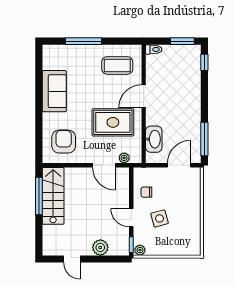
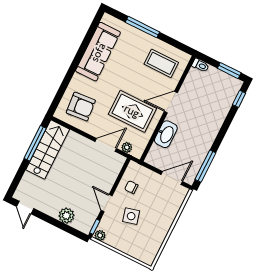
sofa: (54, 91) -> (98, 52), width x1.36
washbasin: (154, 139) -> (166, 134), moved
armchair: (64, 142) -> (81, 107), turned 85
door: (104, 165) -> (106, 145), swing flipped
door: (72, 259) -> (25, 207), moved

